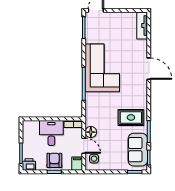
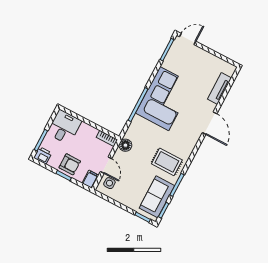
tv unit: (142, 26) -> (219, 89), moved
floor lamp: (91, 132) -> (125, 145), moved
desk: (51, 133) -> (64, 127), moved
armchair: (54, 160) -> (70, 164), turned 90

